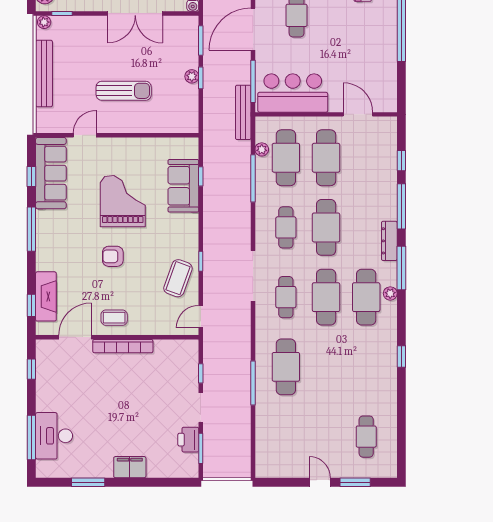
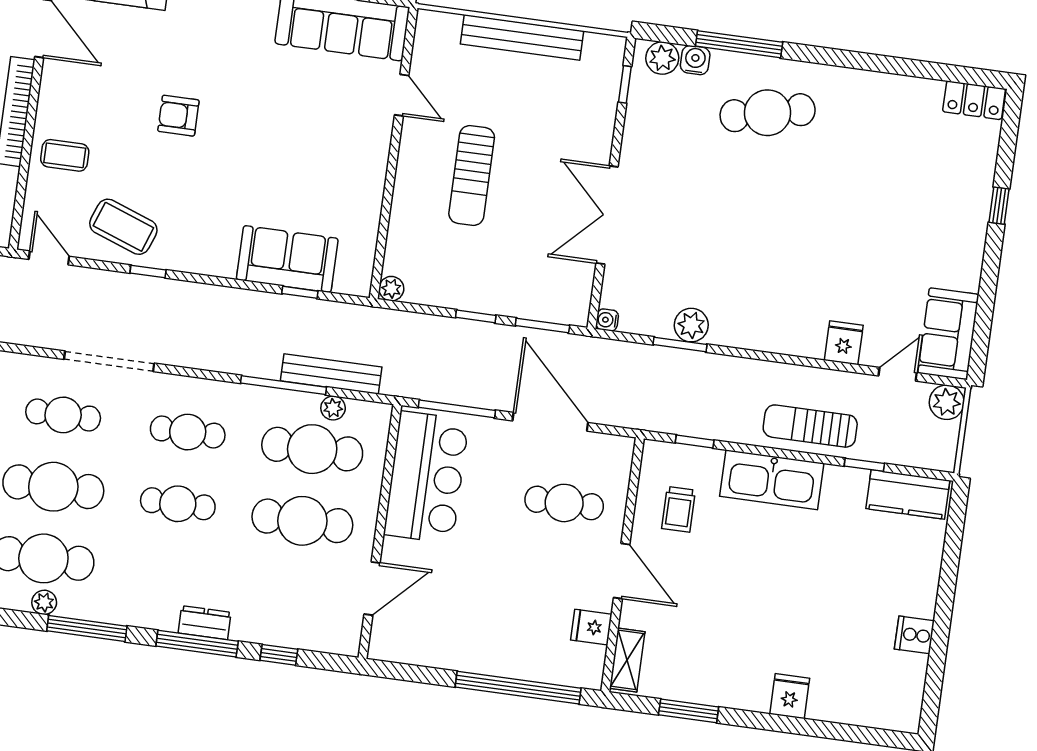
plant: (44, 22) -> (614, 50), removed
plant: (192, 76) -> (391, 289), moved
bench: (243, 112) -> (331, 374), moved
grand piano: (123, 201) -> (275, 147), removed
cafe table: (326, 227) -> (178, 504), width x0.73, depth x0.74
dresser: (389, 241) -> (205, 623), moved, width x0.70
armchair: (113, 256) -> (178, 116), turned -90
coffee table: (114, 318) -> (65, 155), moved, turned 90

